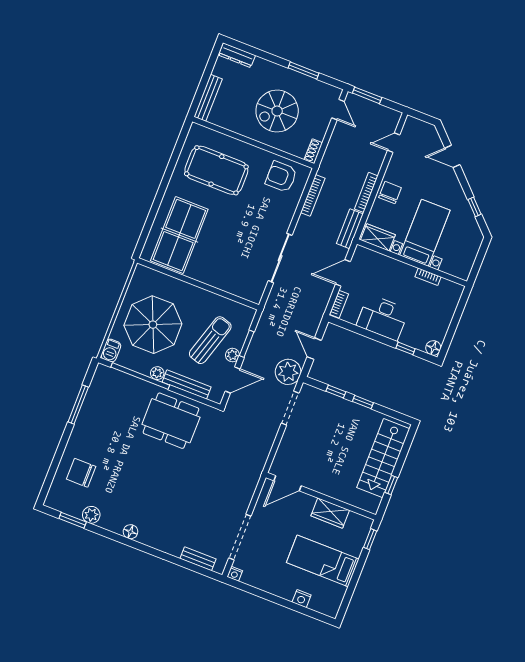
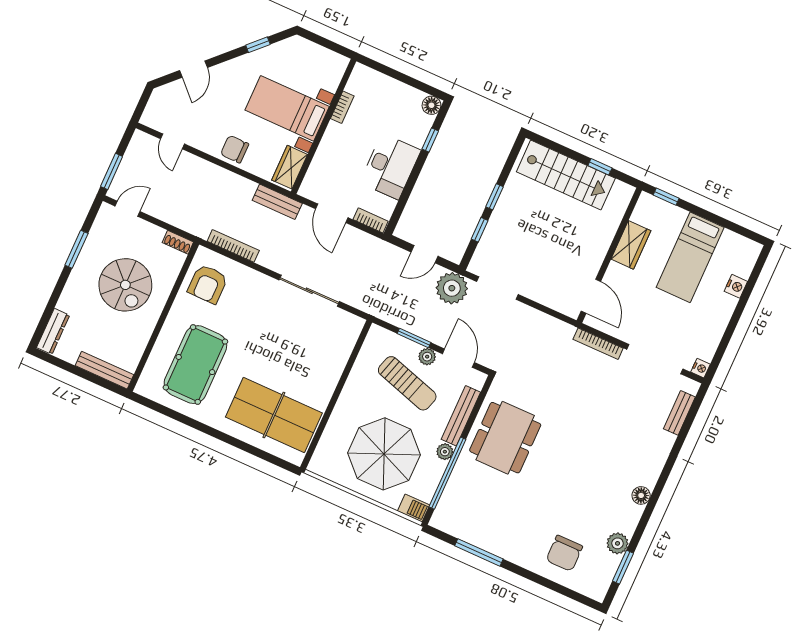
bookcase: (366, 192) -> (598, 344), moved
sun lounger: (210, 340) -> (407, 383), turned 180

